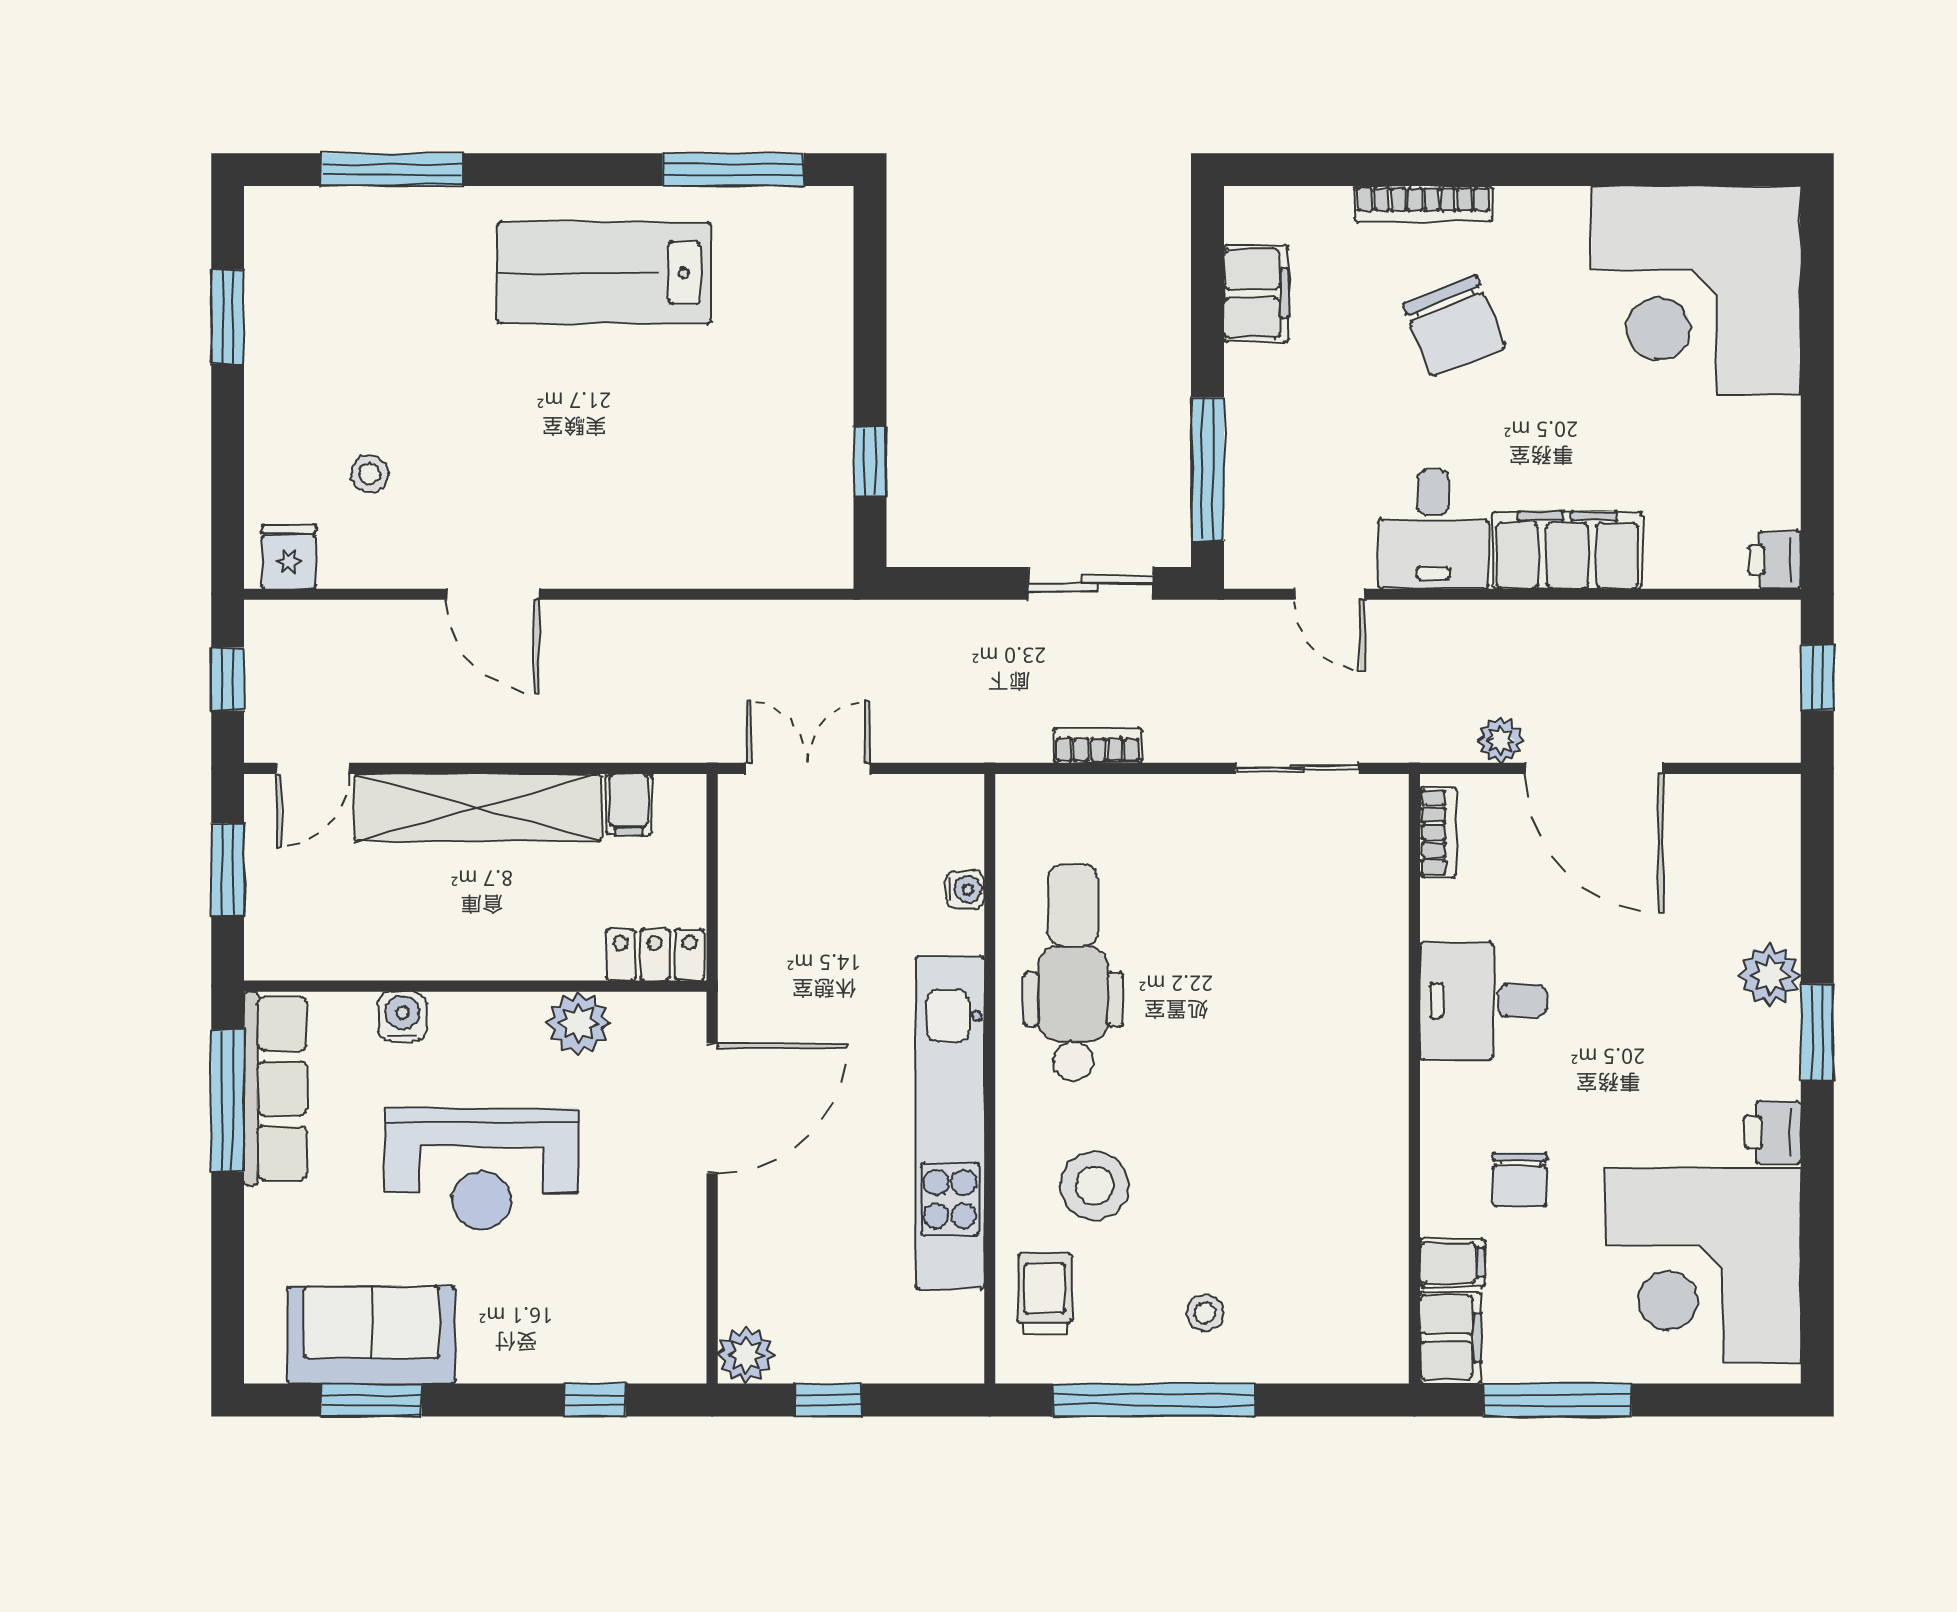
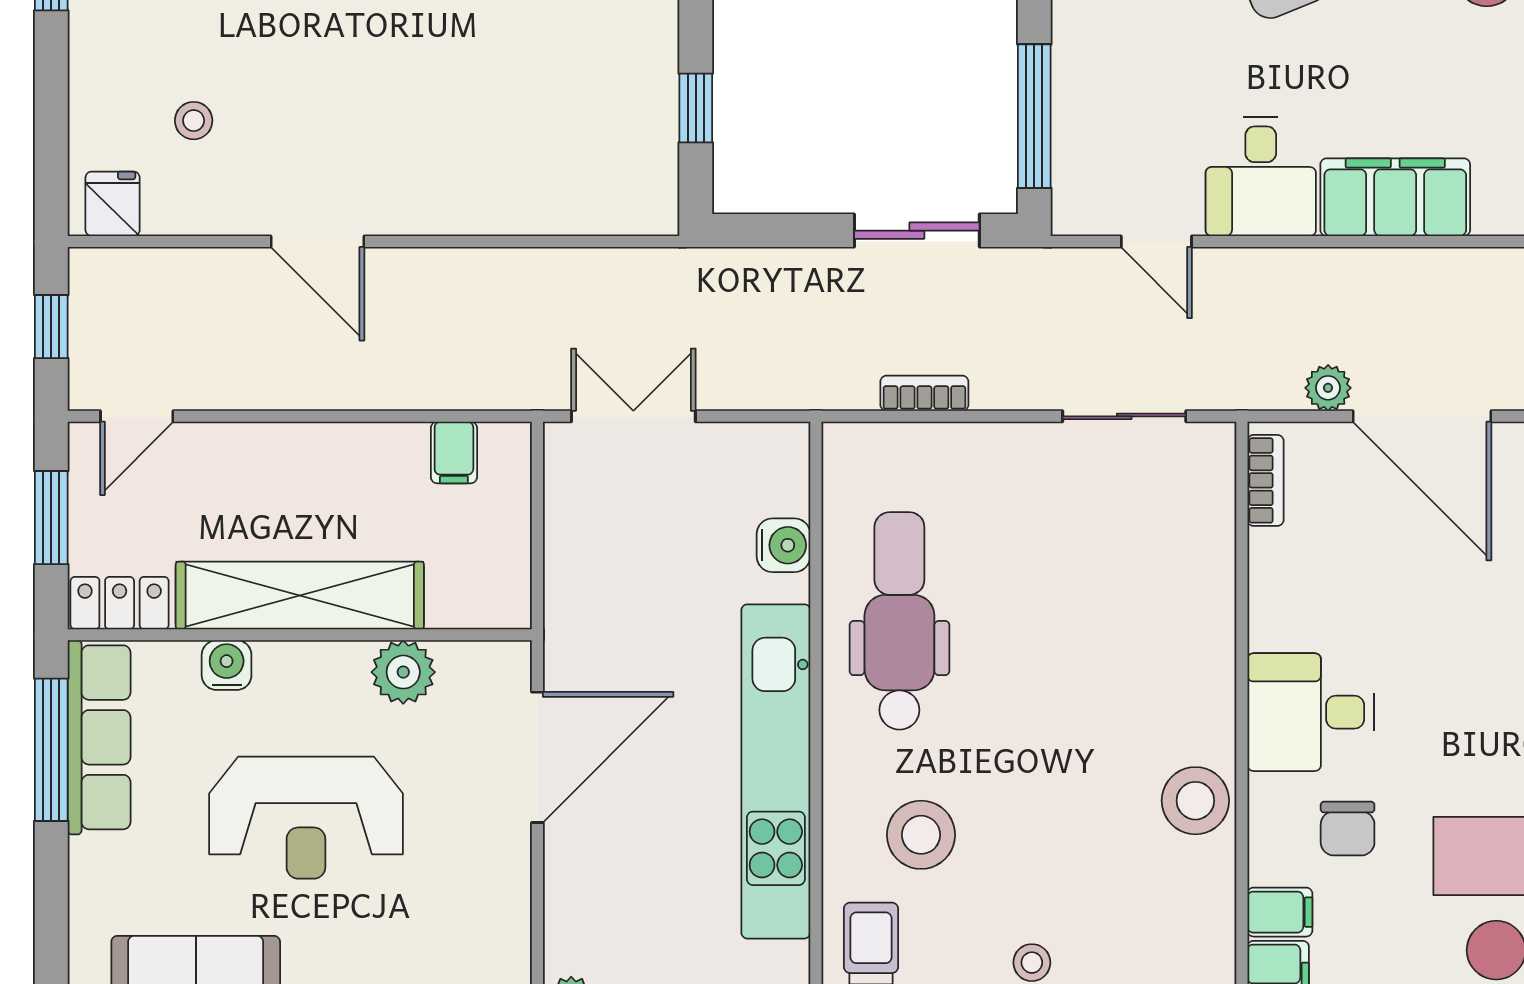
shelving: (478, 808) -> (300, 595), moved
water cooler: (965, 890) -> (783, 545), width x1.38, depth x1.38
locker: (655, 955) -> (120, 603), moved
desk: (1483, 1001) -> (1311, 712), moved
stool: (1368, 1152) -> (1195, 801), added

